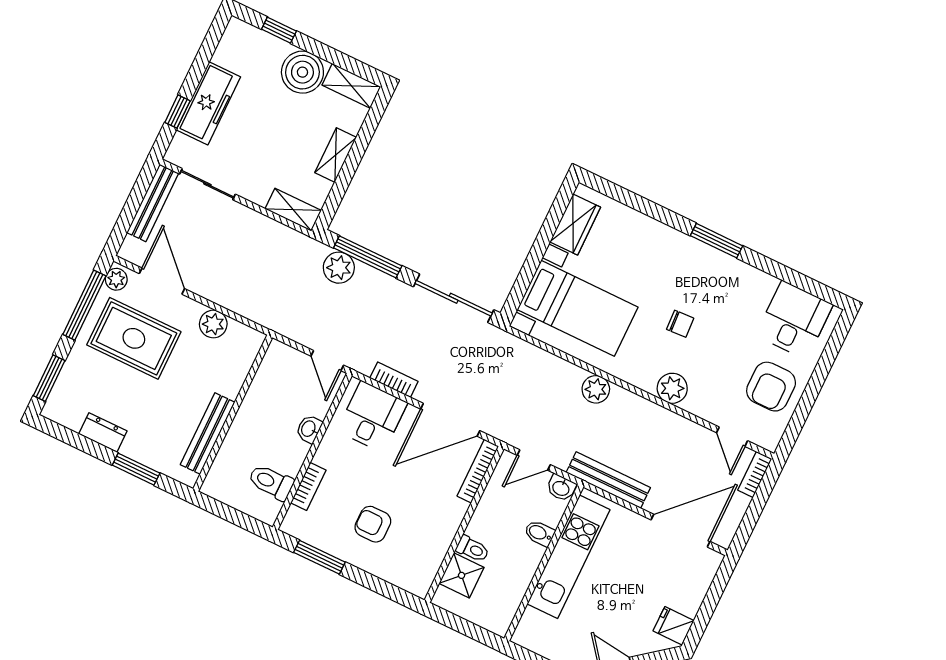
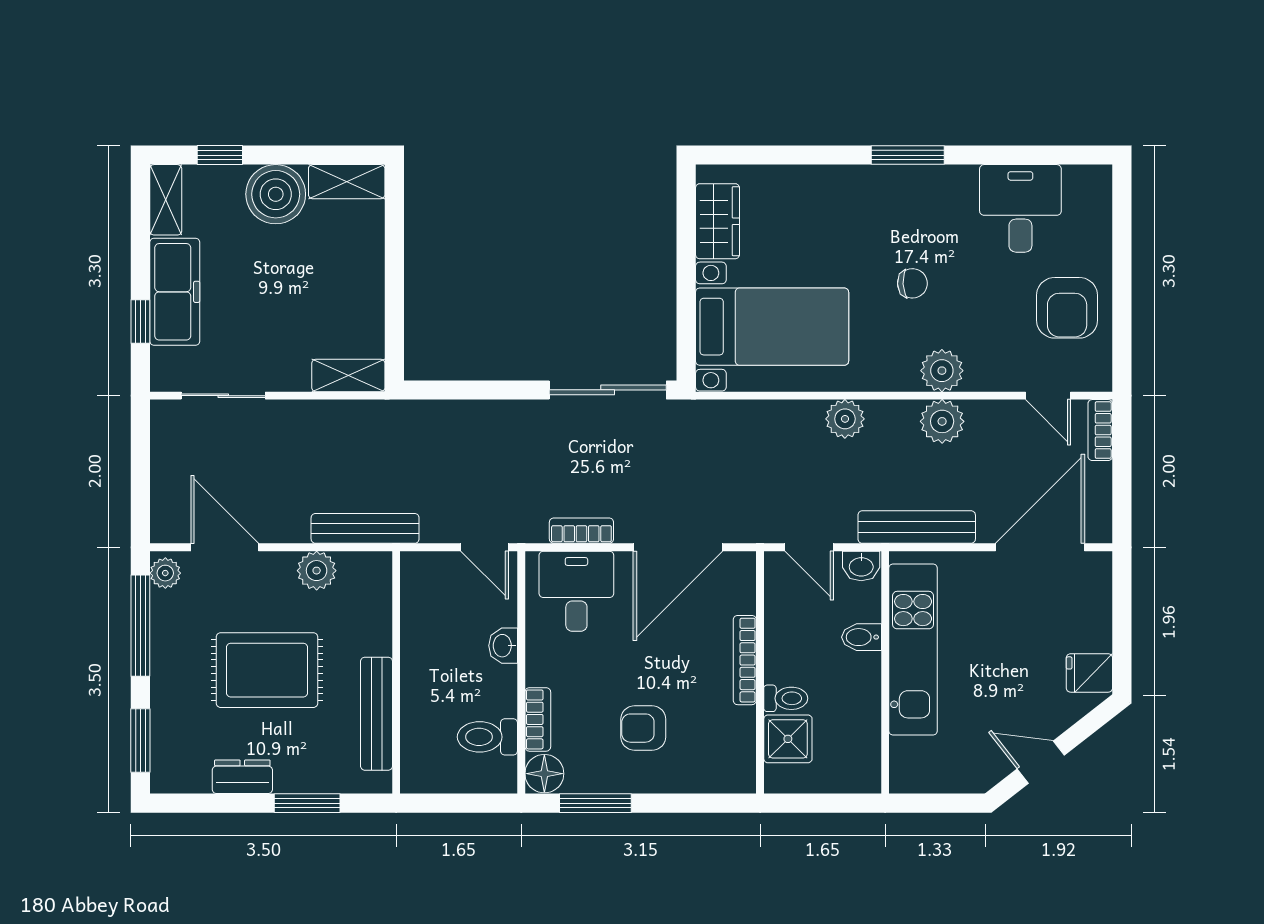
shelving: (336, 155) -> (166, 200), moved
bench: (153, 203) -> (365, 528), moved, turned 90
window: (368, 257) -> (472, 390), removed
plant: (339, 268) -> (942, 421), moved
desk: (794, 320) -> (1020, 208), moved
rug: (134, 338) -> (267, 670), moved
door: (534, 460) -> (809, 547), hinge flipped
bookcase: (478, 471) -> (745, 660), moved
floor lamp: (296, 523) -> (544, 774), added

